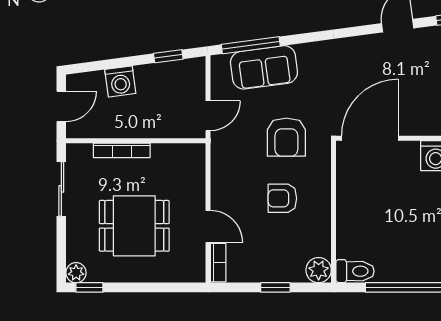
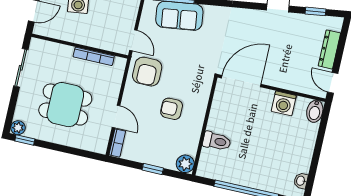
door: (208, 116) -> (133, 40), hinge flipped
armchair: (286, 137) -> (147, 72), moved
bookcase: (122, 150) -> (94, 56), moved
toilet: (355, 271) -> (217, 141), moved

